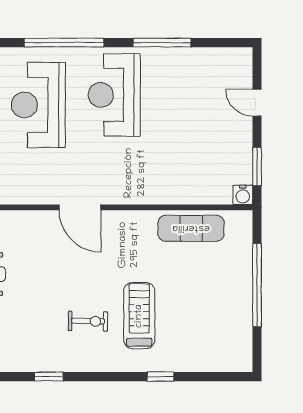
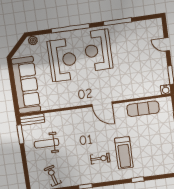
reception desk: (38, 105) -> (63, 60), turned 180
door: (80, 207) -> (102, 104), moved
treadmill: (139, 316) -> (124, 153), turned 180

